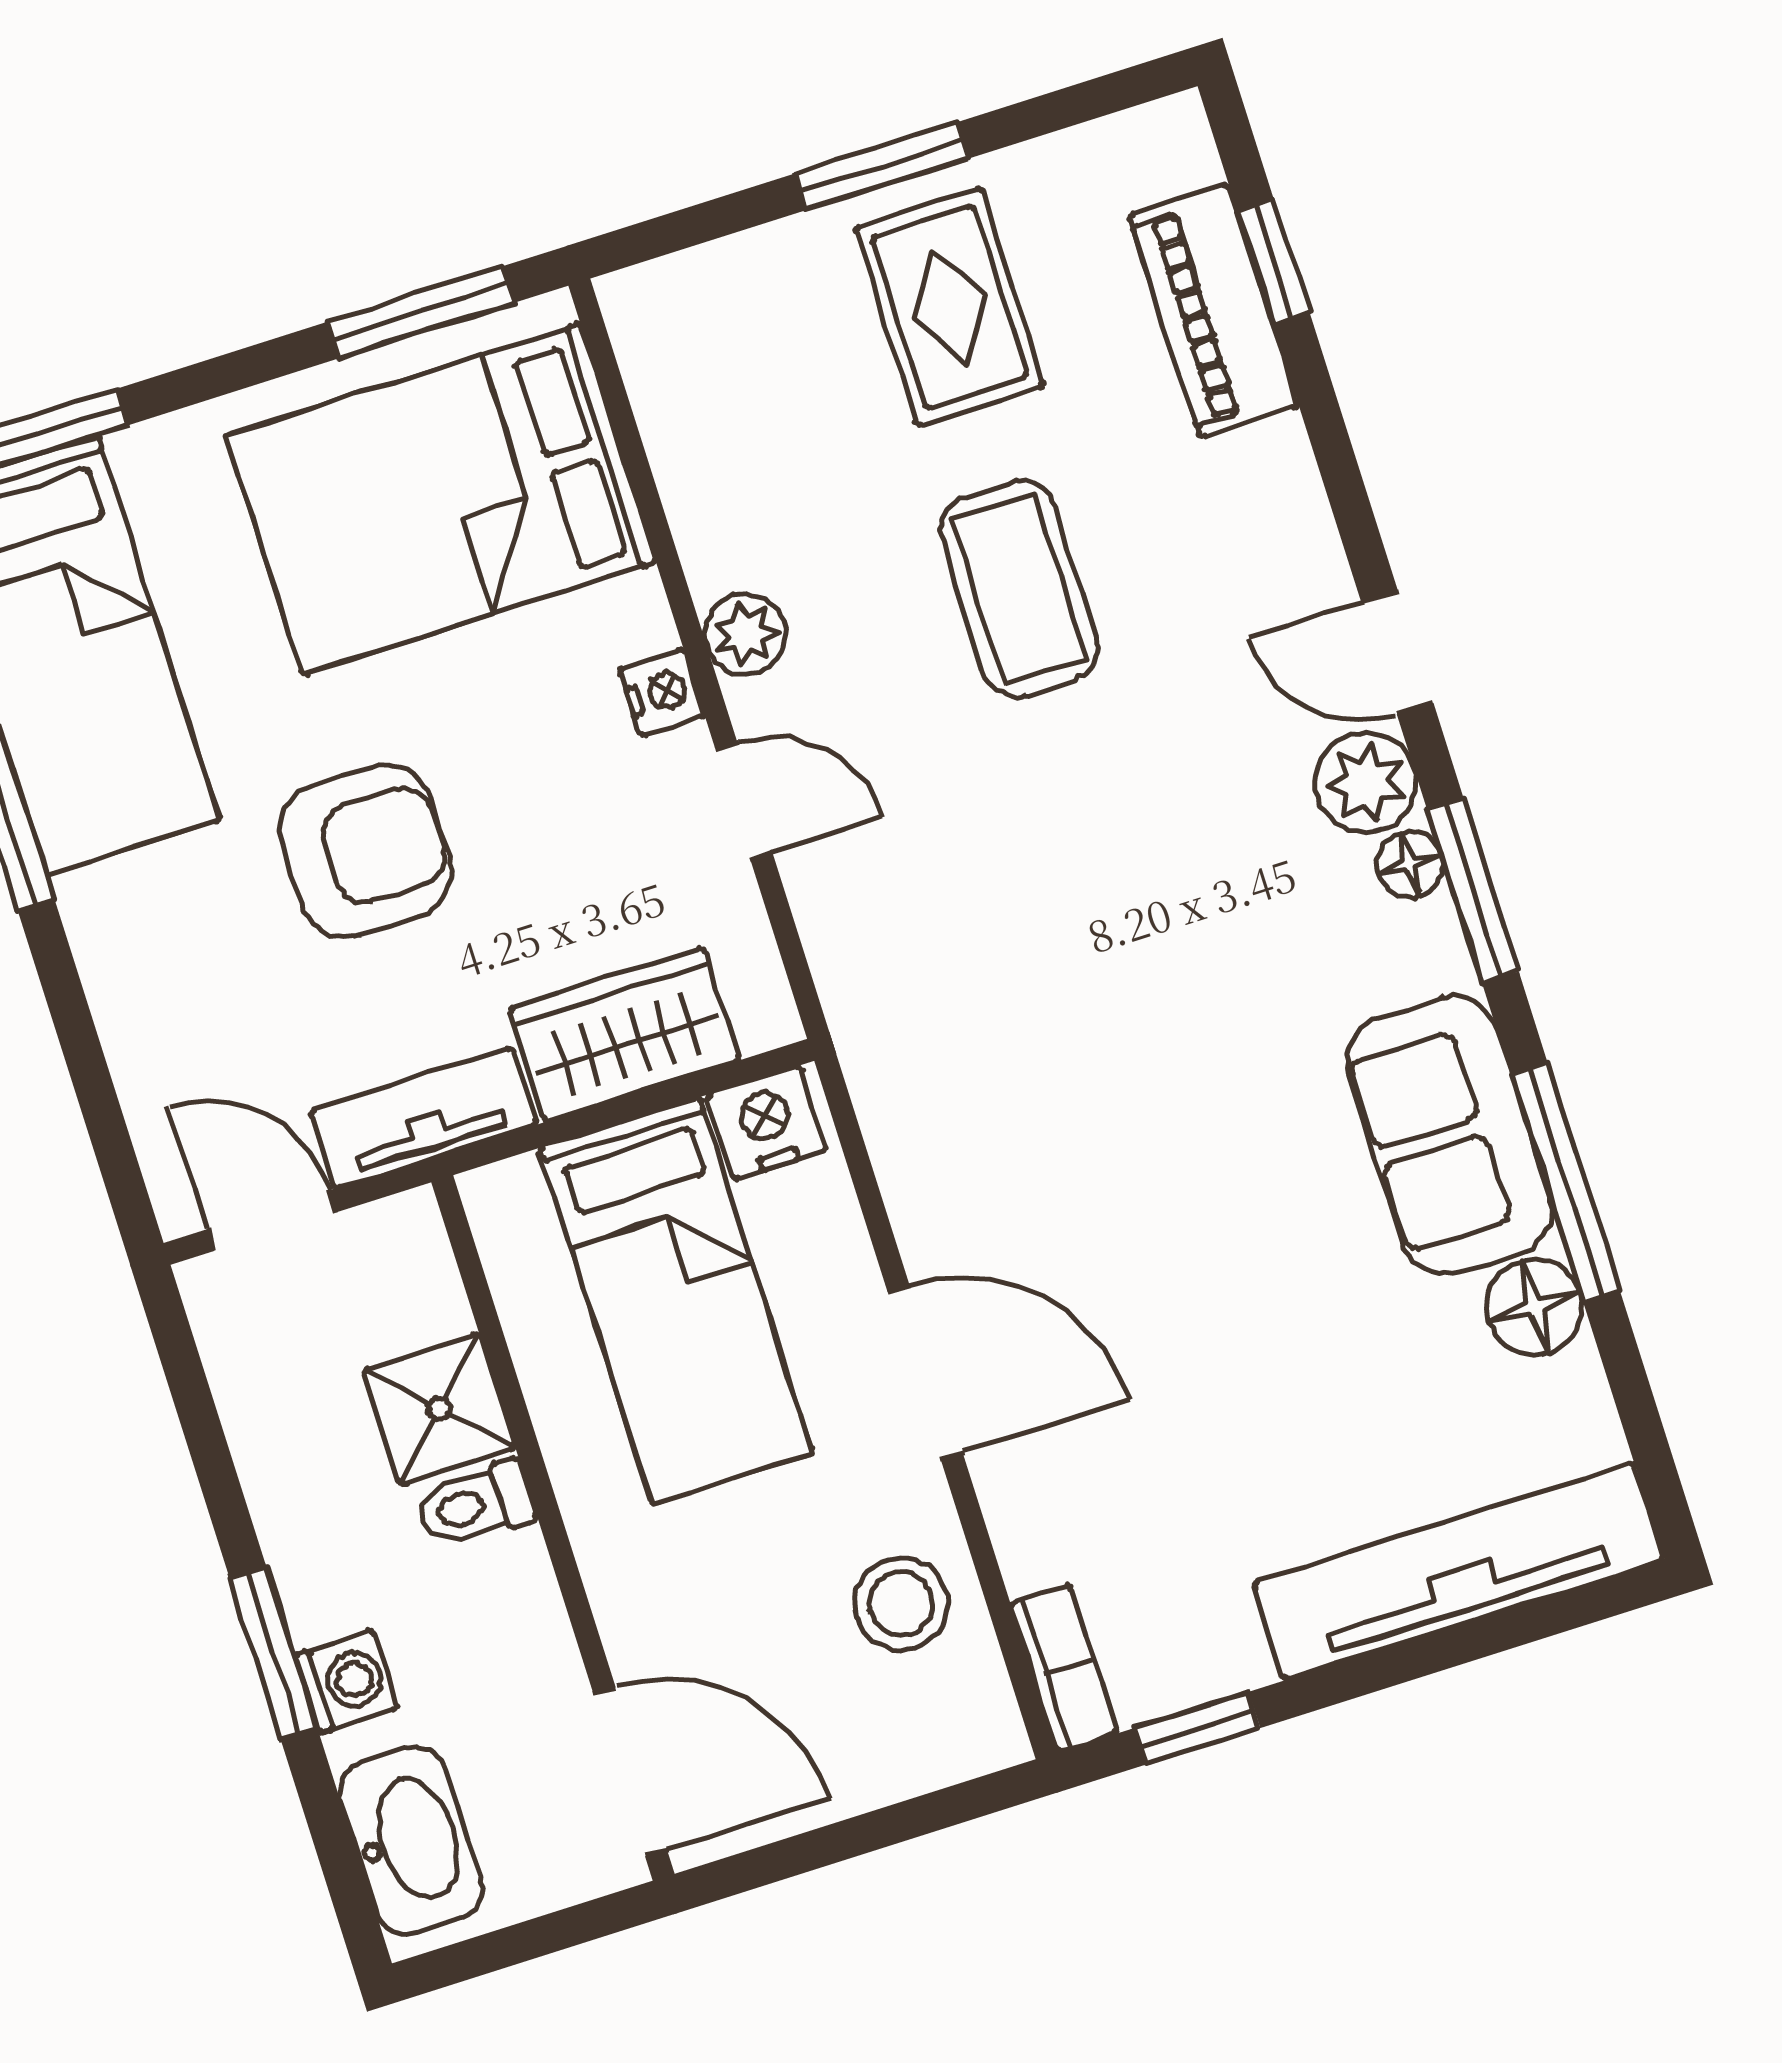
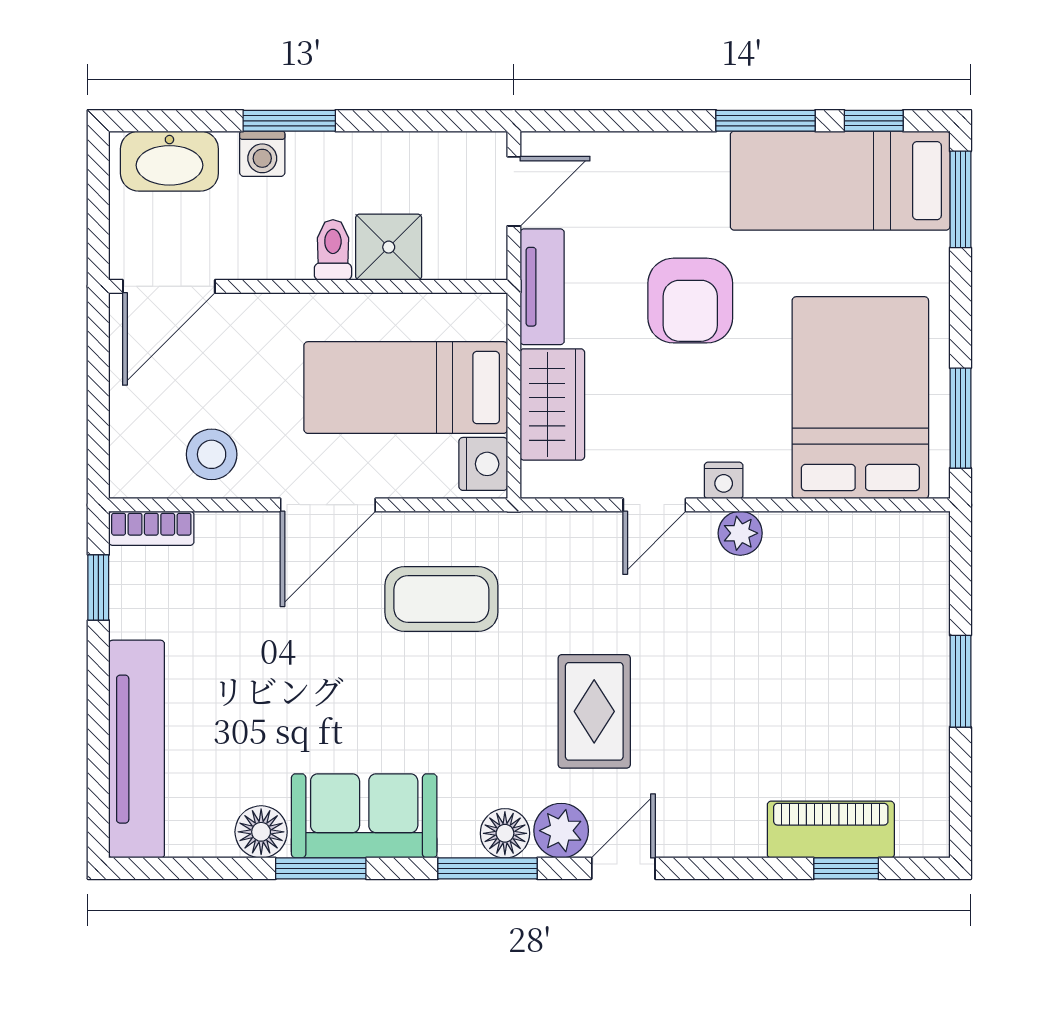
rug: (950, 307) -> (594, 711), moved, turned 90
coffee table: (1019, 589) -> (441, 599), moved
floor lamp: (1410, 864) -> (505, 833), width x1.37, depth x1.37
window: (1565, 1182) -> (321, 868), width x0.69

